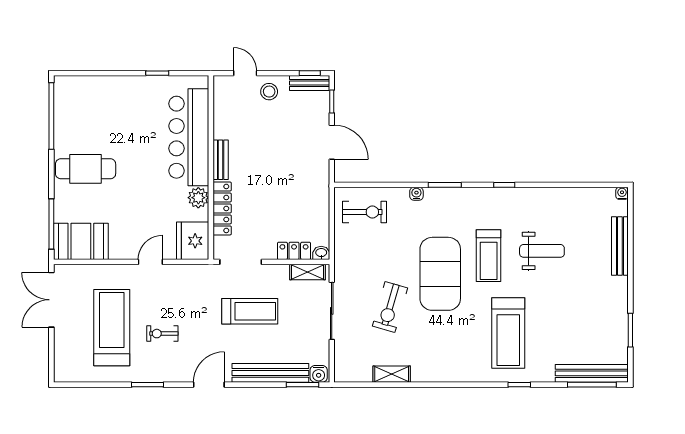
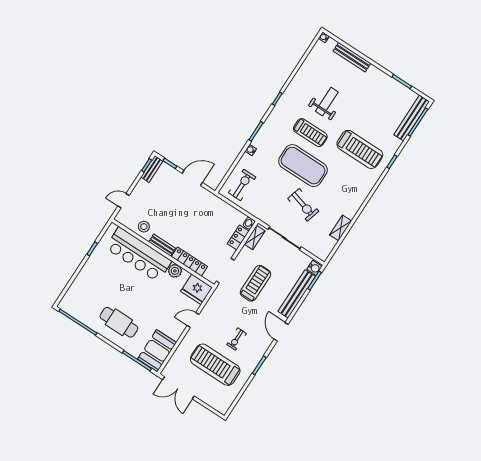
stool: (269, 92) -> (144, 227), moved
cafe table: (86, 169) -> (119, 322), turned 90
door: (150, 262) -> (193, 320), hinge flipped

